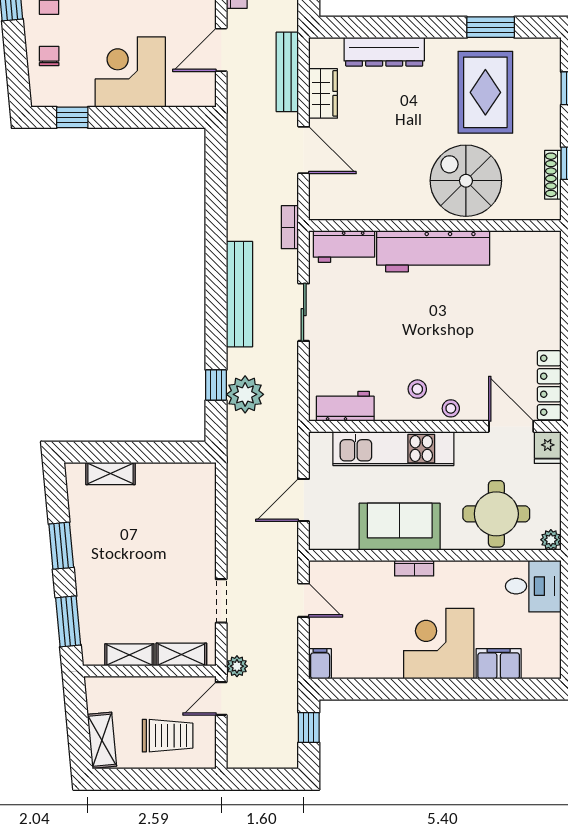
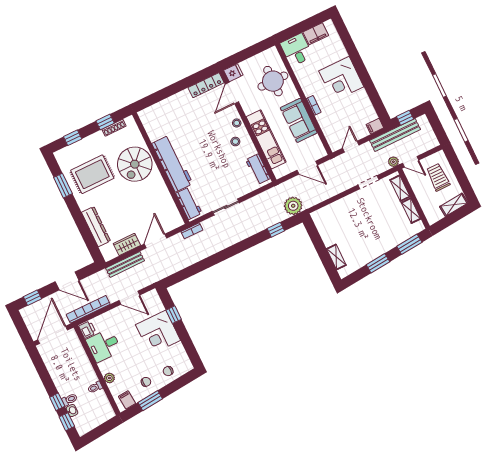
window: (72, 117) -> (174, 315), moved
bench: (239, 294) -> (395, 135), moved
plant: (245, 394) -> (293, 206), moved
plant: (551, 540) -> (273, 52), removed
filing cabinet: (499, 664) -> (316, 34), moved, turned -90

